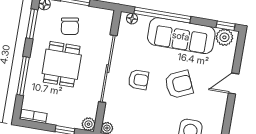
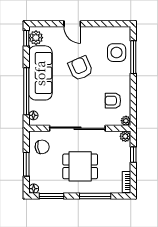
chair: (70, 26) -> (42, 147), moved
armchair: (138, 80) -> (113, 101), moved, turned -90

